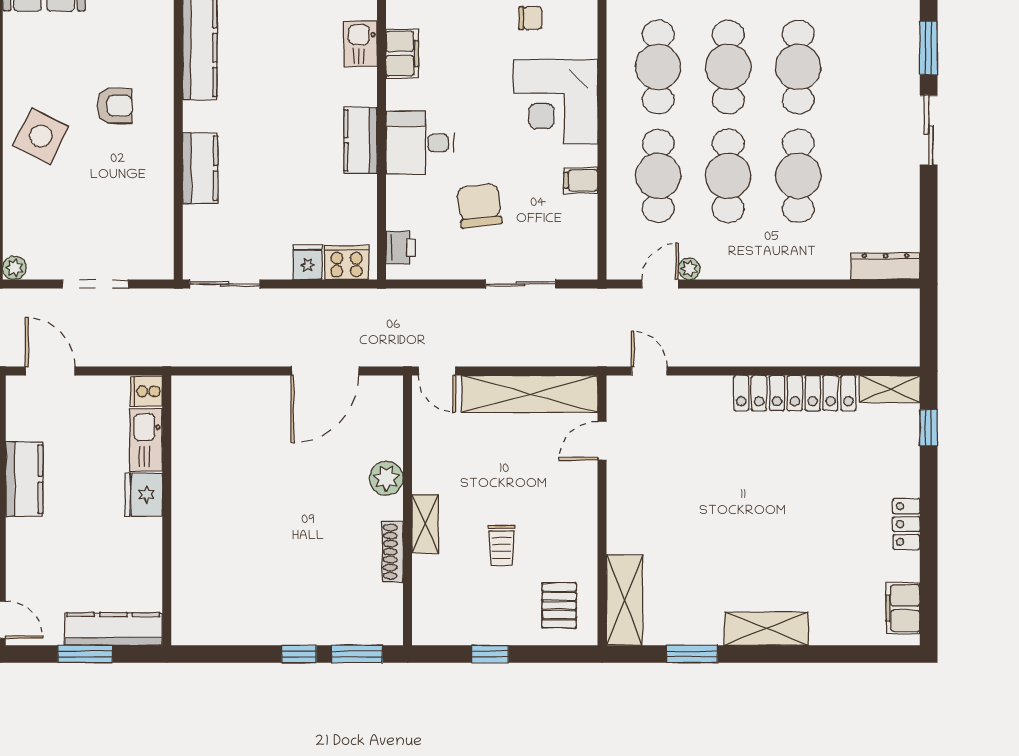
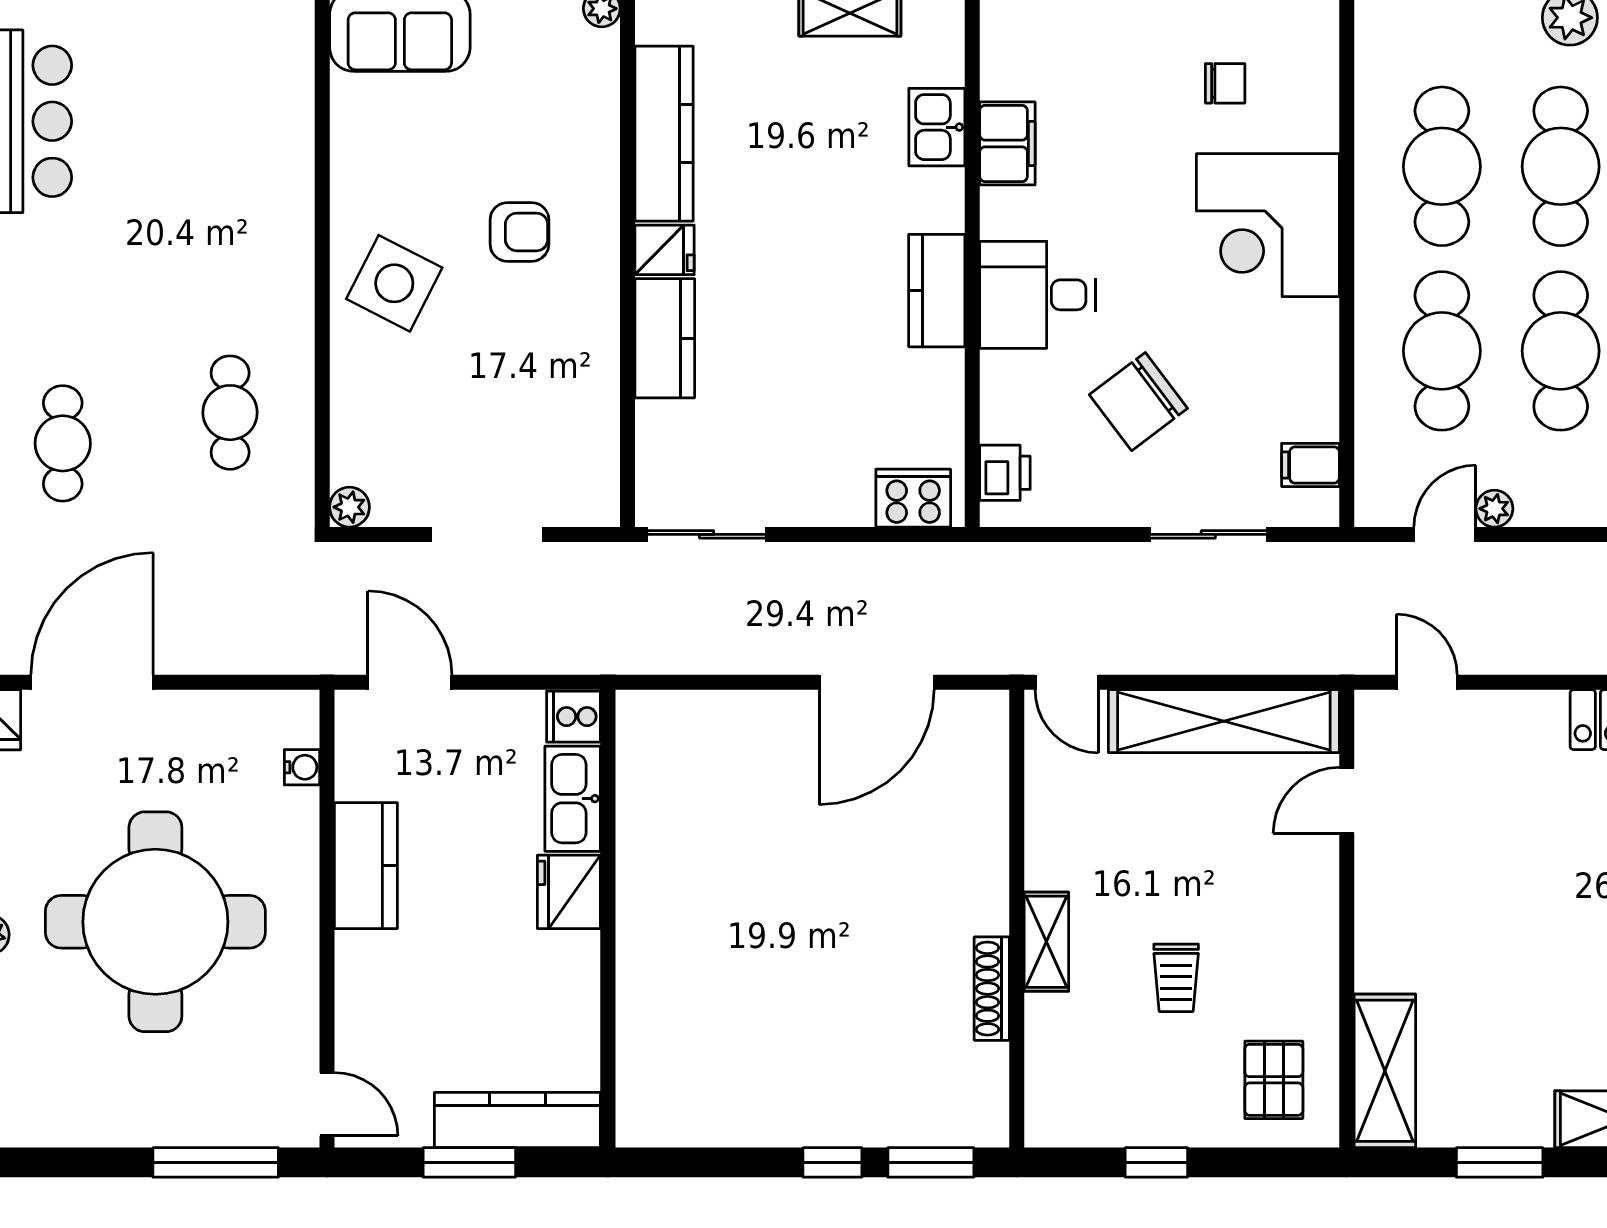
filing cabinet: (581, 180) -> (1310, 465), moved
chair: (479, 206) -> (1138, 402), turned -120
fridge: (308, 262) -> (665, 250), moved, turned 90
plant: (386, 478) -> (981, 864), removed

